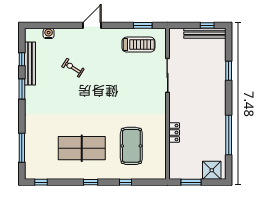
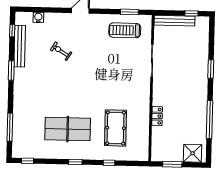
bench: (205, 33) -> (174, 21), moved
treadmill: (138, 45) -> (125, 30), turned 180
window: (22, 59) -> (12, 31), moved
window: (229, 71) -> (211, 69), moved

